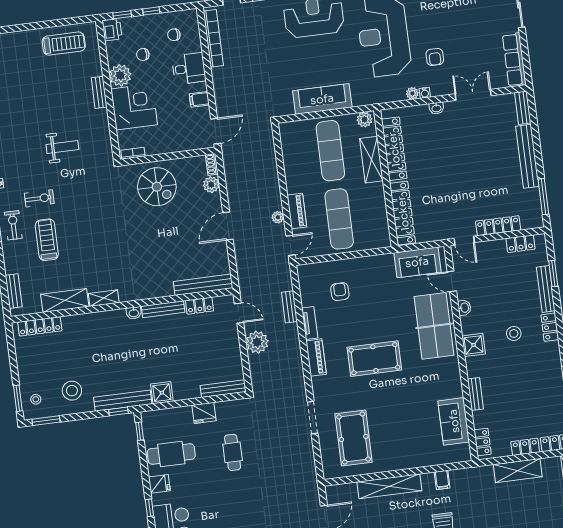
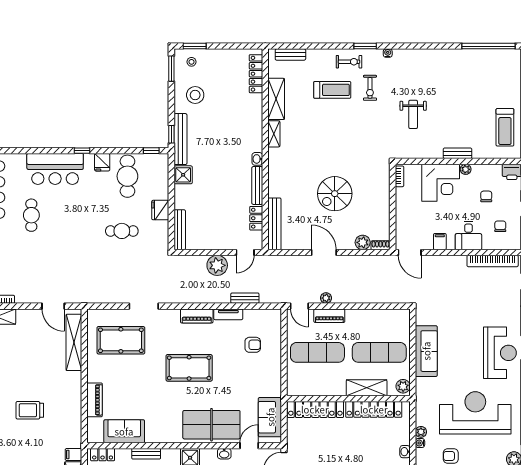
plant: (120, 75) -> (466, 169), width x0.53, depth x0.53
spiral stairs: (157, 187) -> (335, 194), moved
pool table: (374, 359) -> (189, 368), turned 90
piano: (423, 459) -> (95, 400), added
filing cabinet: (442, 480) -> (73, 455), moved
shelving: (389, 486) -> (74, 342), moved

